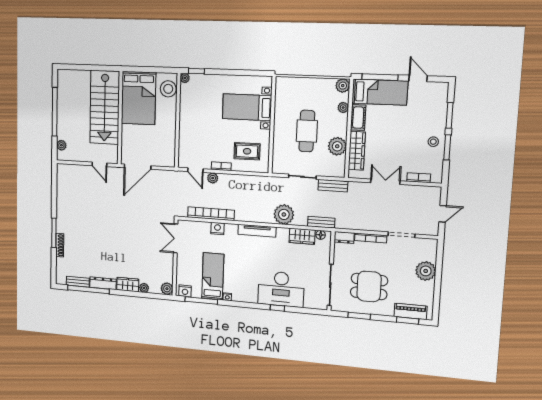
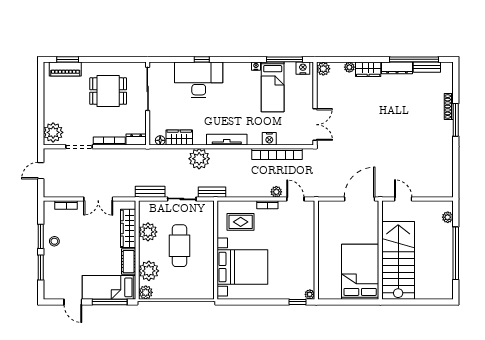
stool: (168, 89) -> (327, 283), removed
bed with nightstands: (247, 107) -> (242, 267), width x1.36
plant: (343, 108) -> (149, 271), width x1.87, depth x1.87
bench: (321, 222) -> (212, 192), moved
plant: (426, 271) -> (53, 132), moved
window: (359, 316) -> (116, 59), removed

